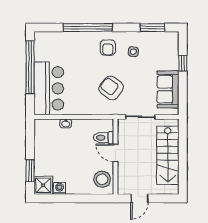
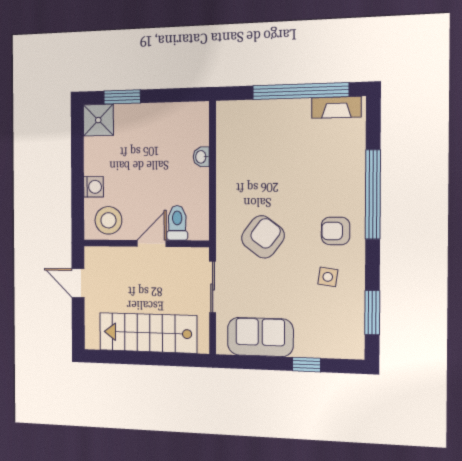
fireplace: (40, 47) -> (336, 107), added
bar counter: (49, 88) -> (262, 126), removed
washing machine: (59, 188) -> (93, 187), moved

